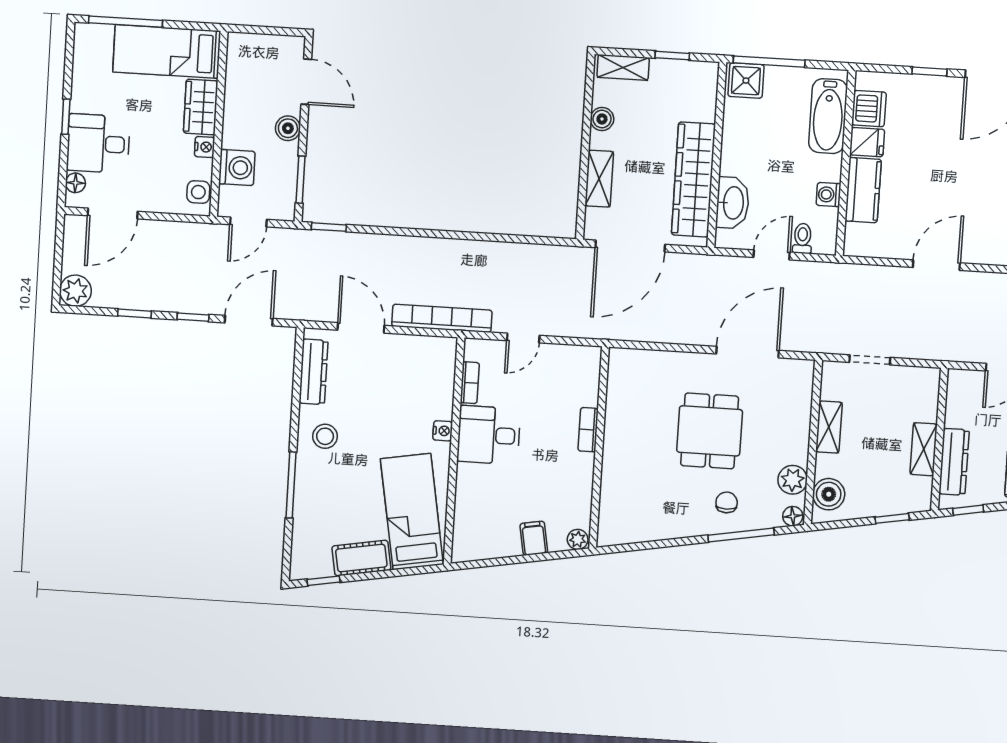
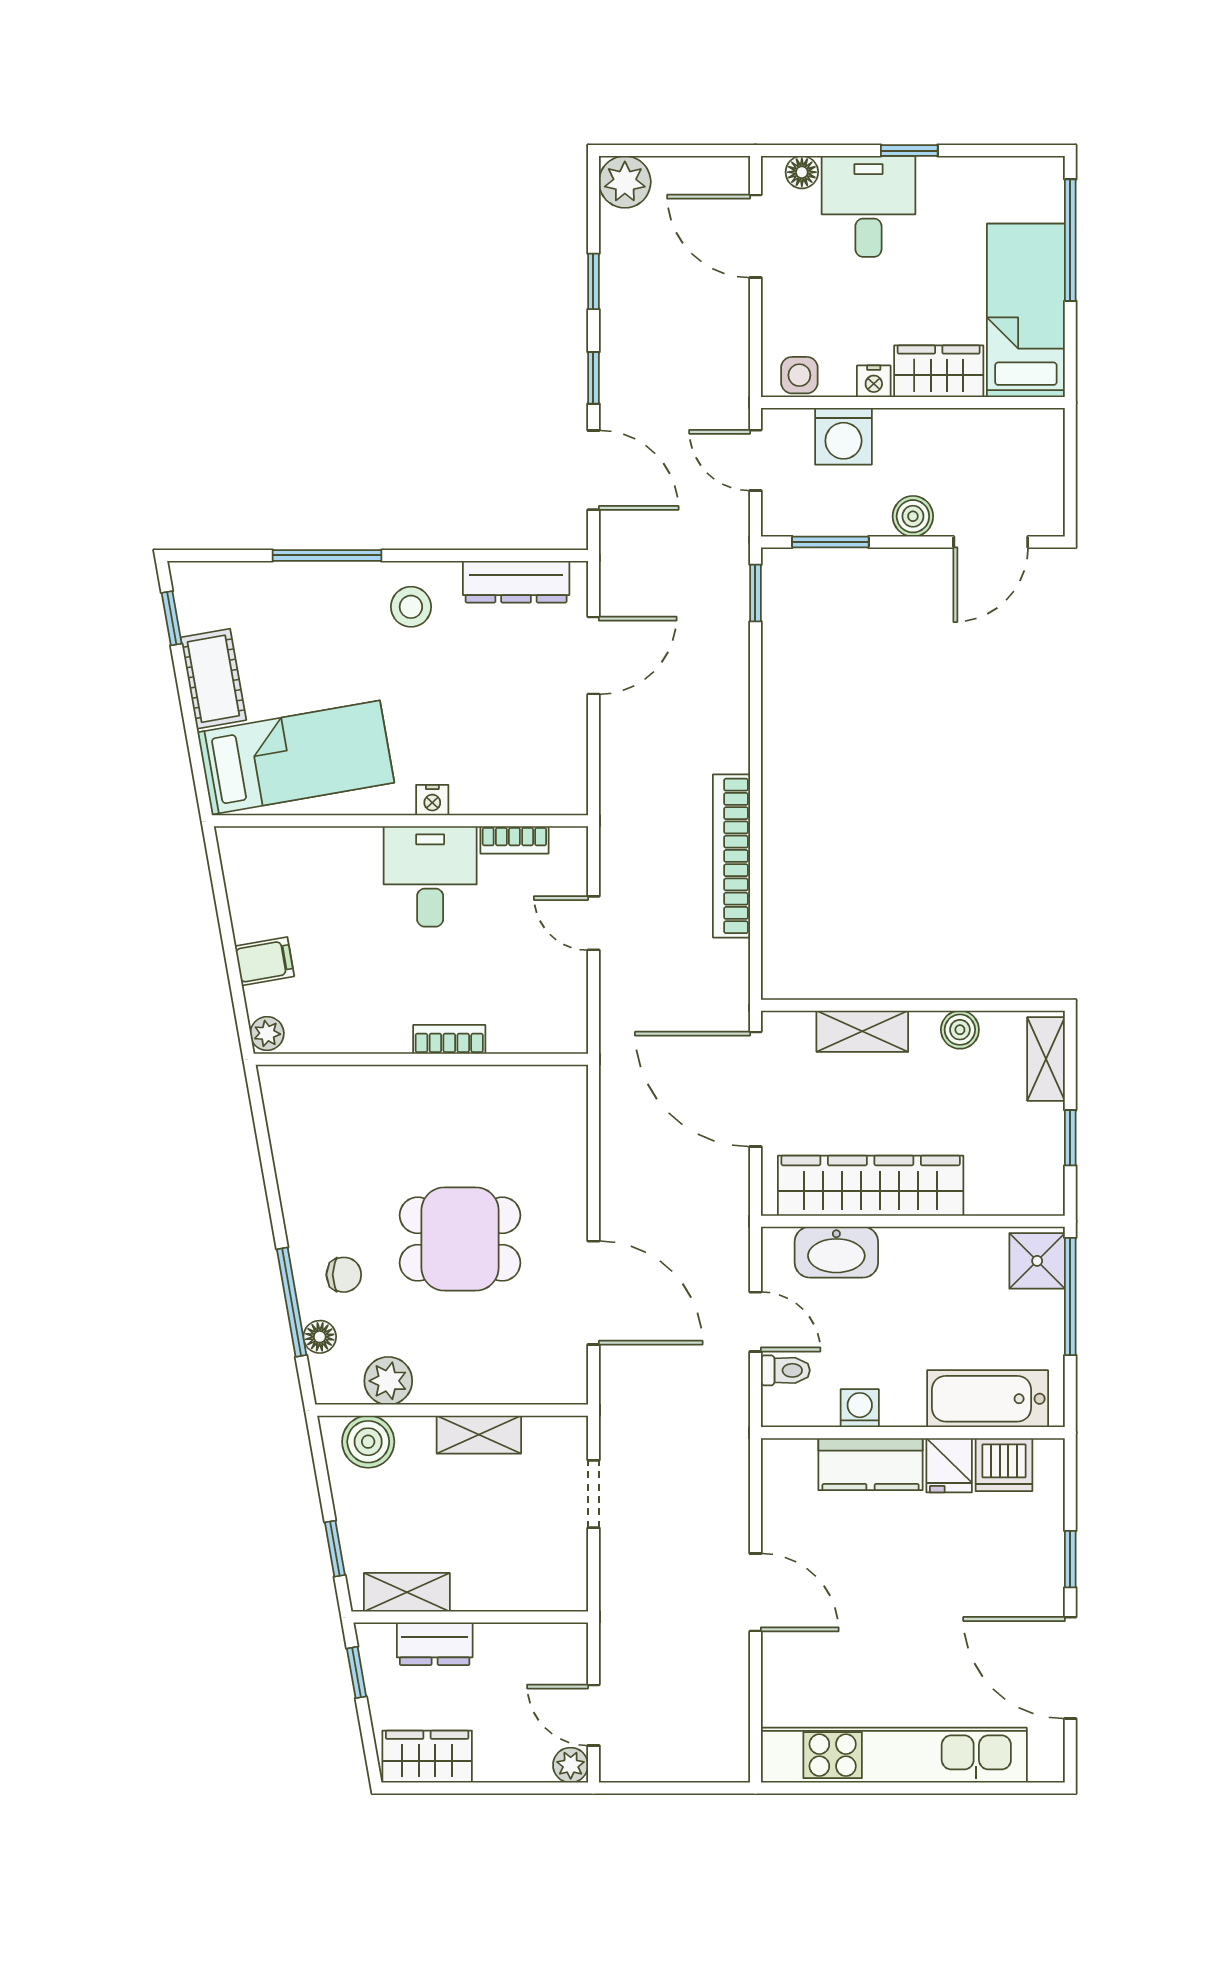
bookcase: (442, 318) -> (731, 856), moved, turned 180
shelving: (924, 449) -> (407, 1592), moved
dresser: (954, 462) -> (435, 1644), width x0.70
floor lamp: (793, 516) -> (320, 1337), moved

